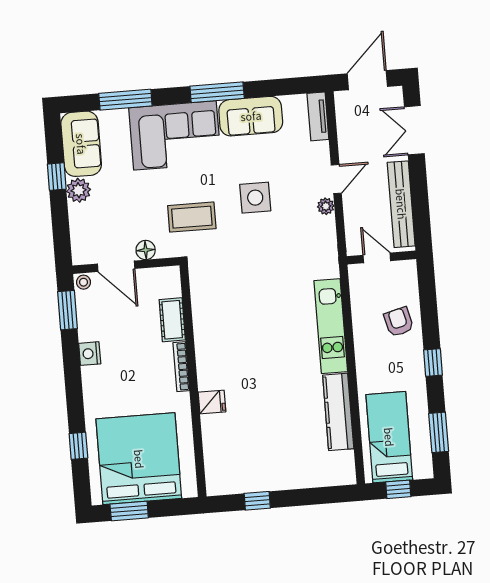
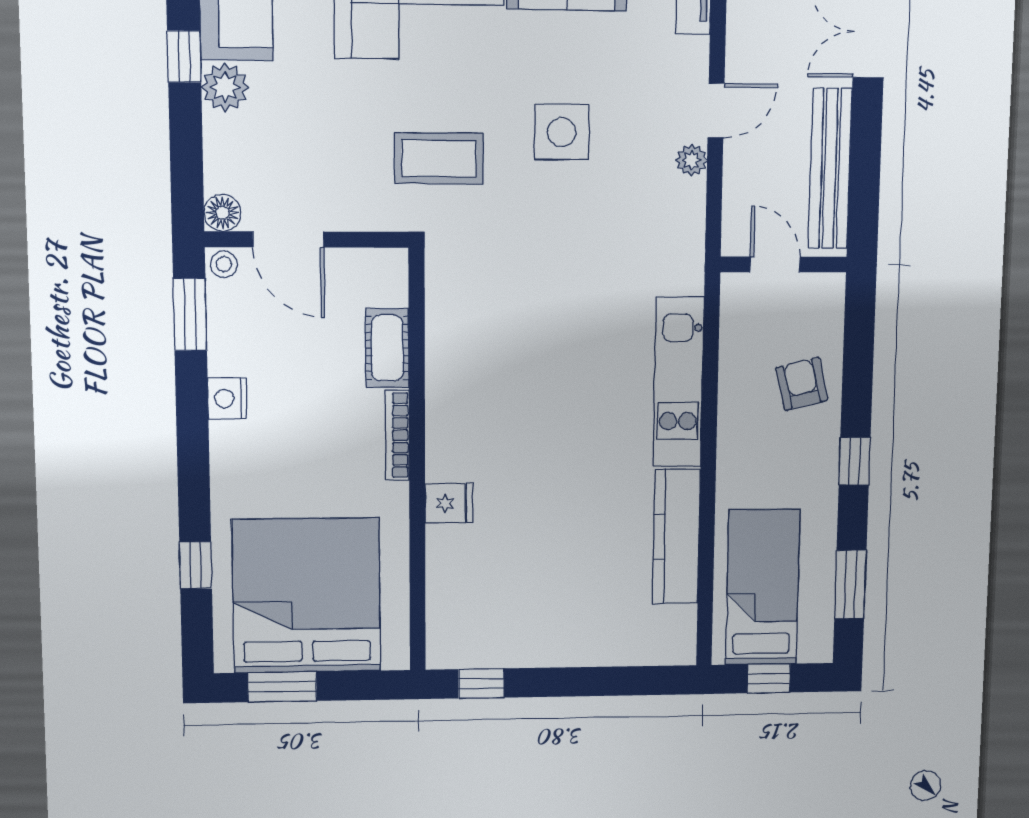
floor lamp: (146, 250) -> (222, 213), moved
window: (257, 501) -> (481, 683), moved

